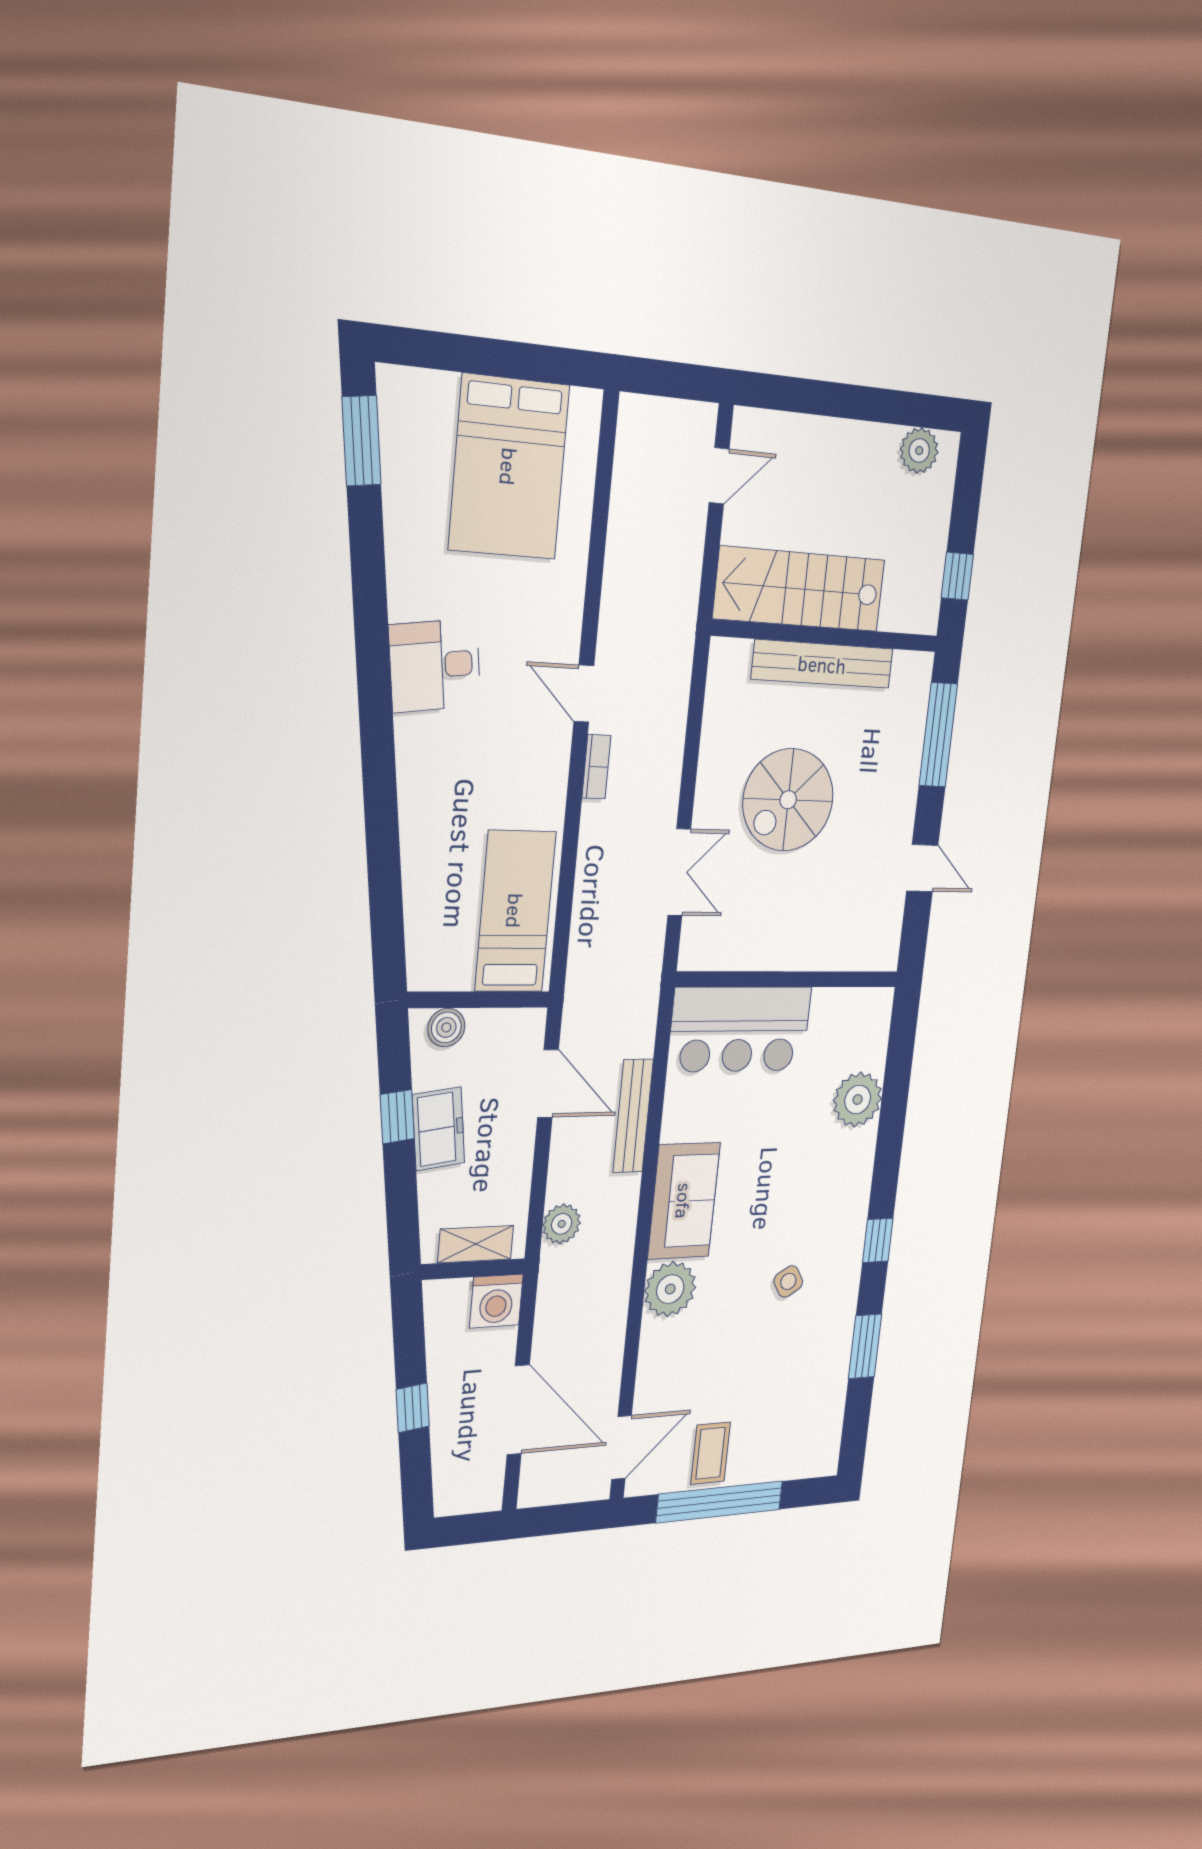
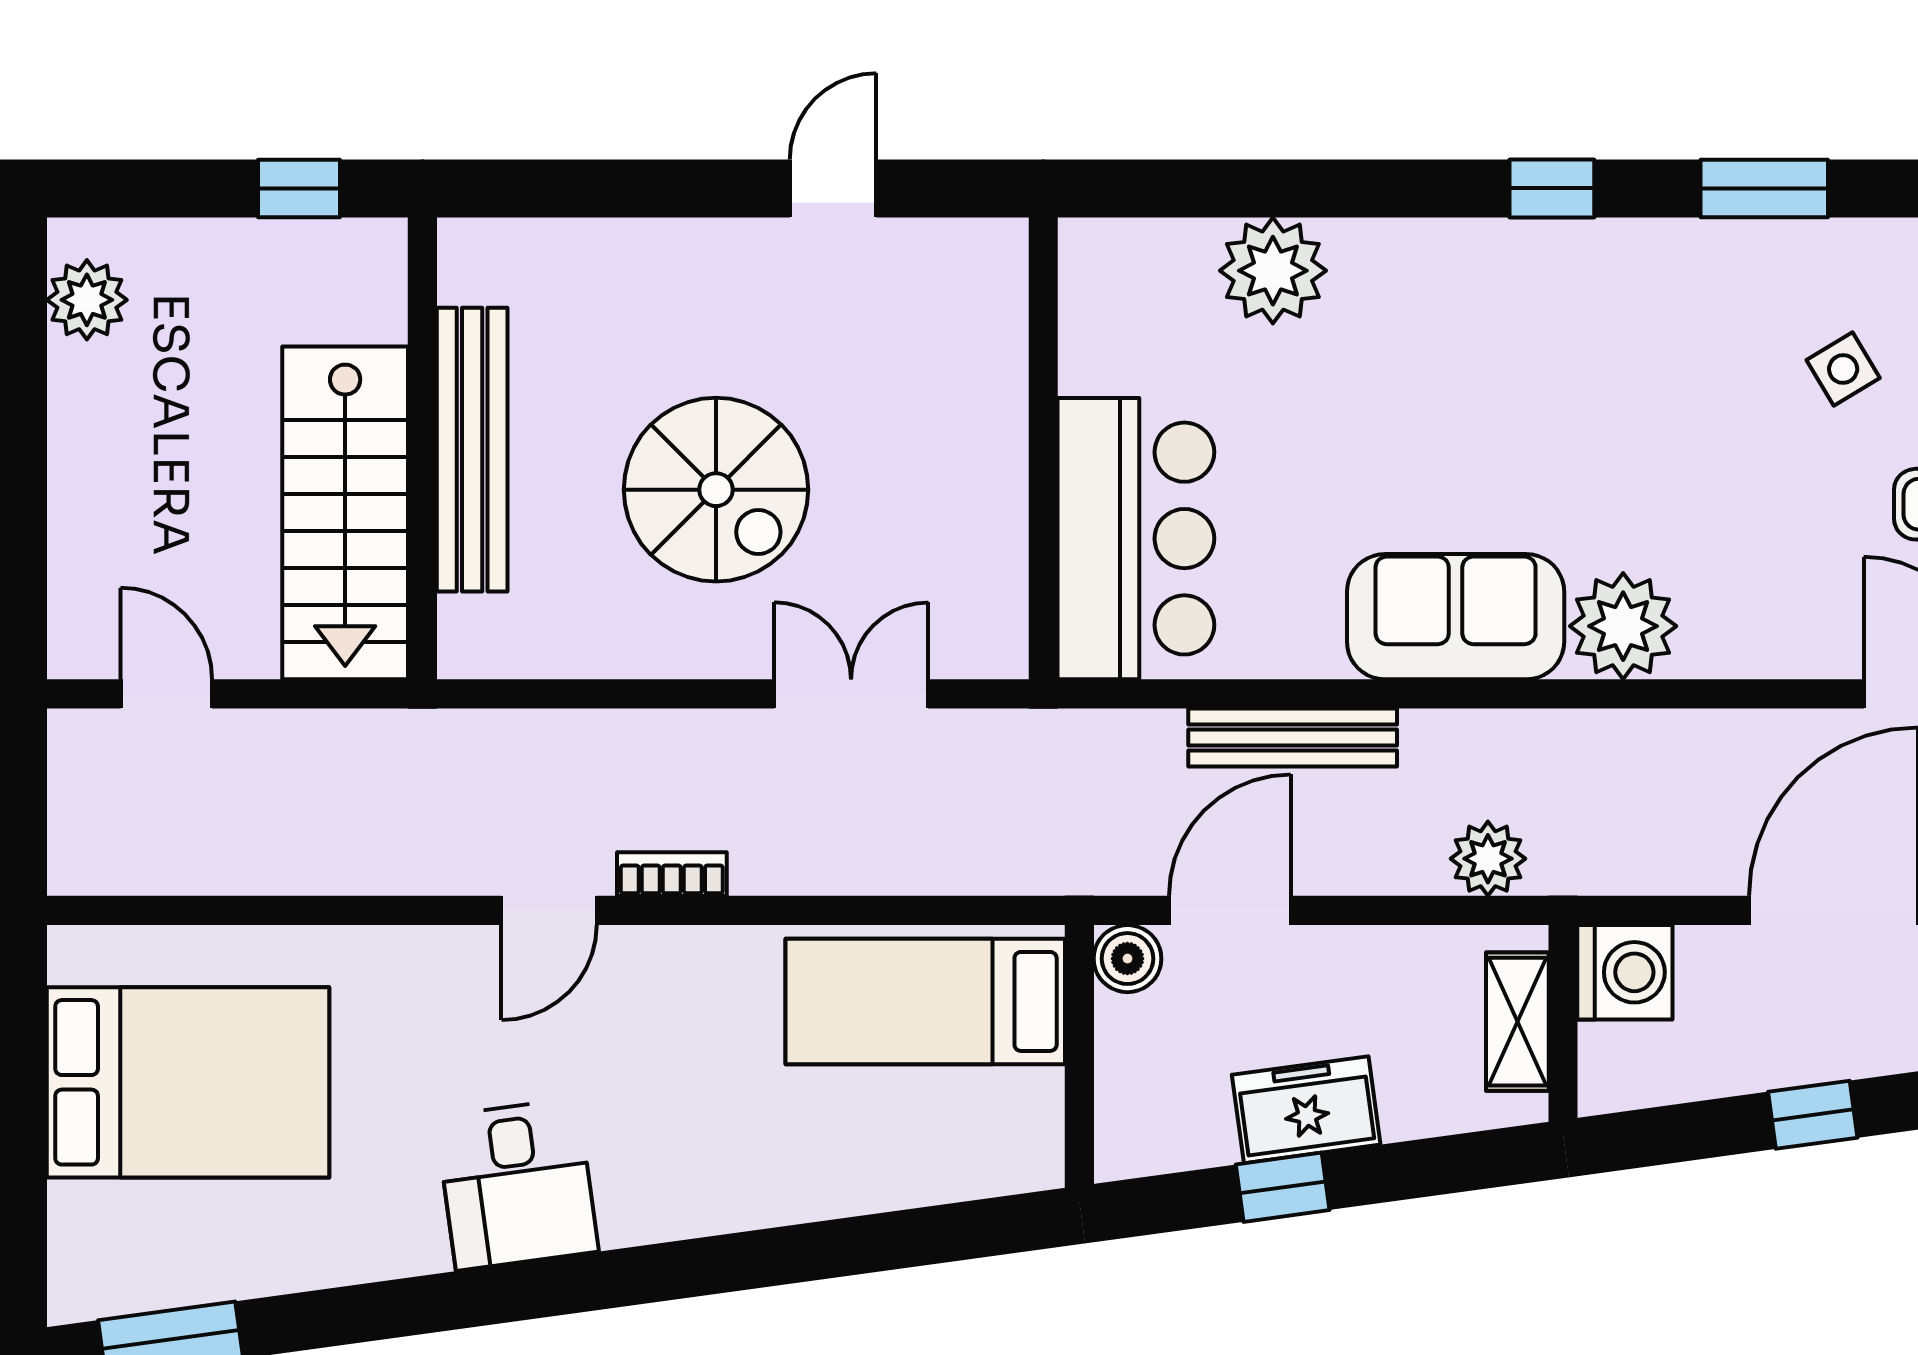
window: (938, 735) -> (586, 188), removed
boiler: (446, 1027) -> (1127, 959), moved
side table: (788, 1281) -> (1843, 369), moved

